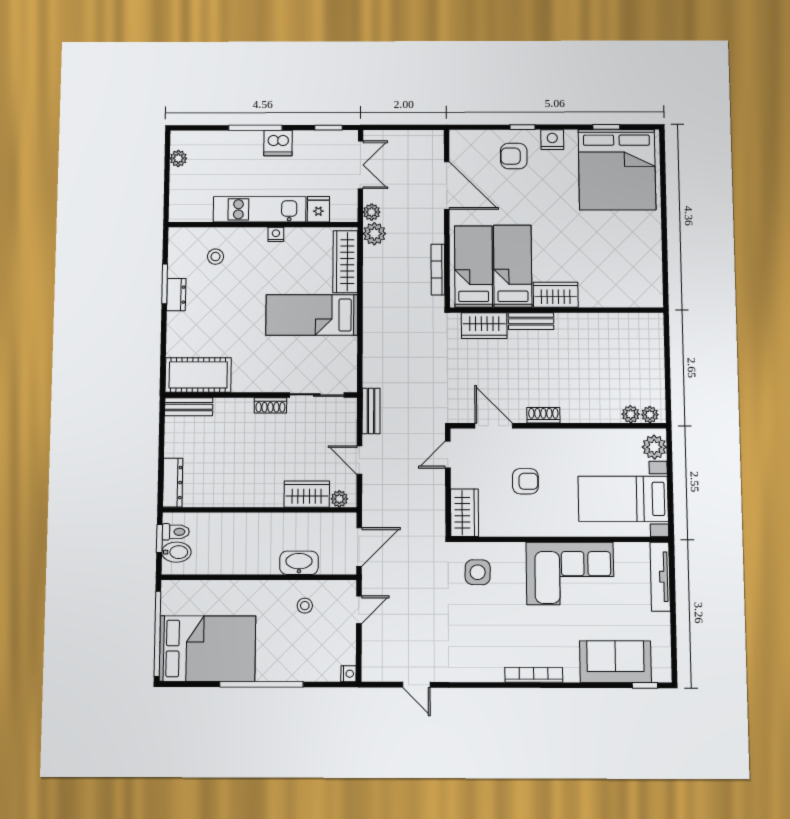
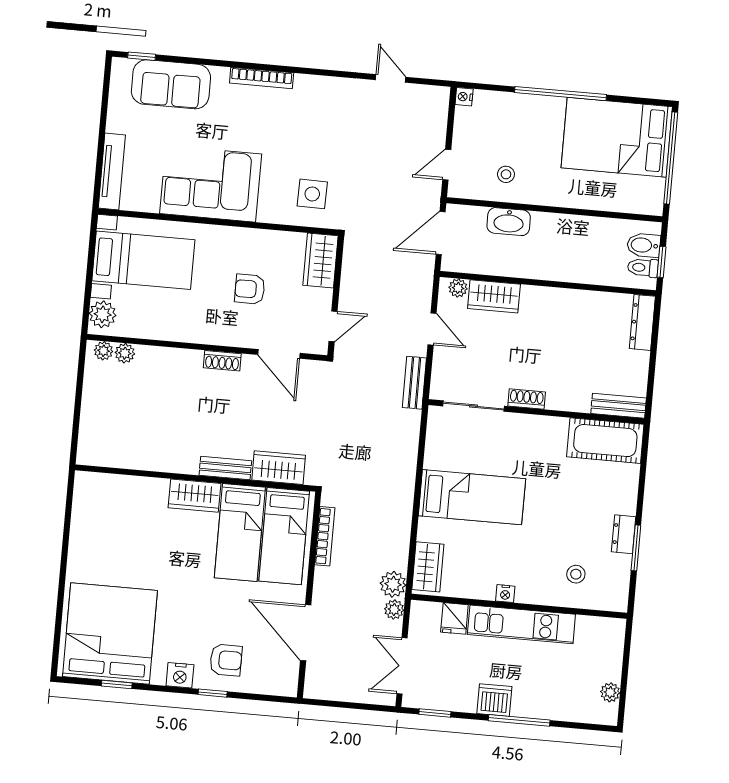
wardrobe: (345, 262) -> (428, 567), width x0.67

